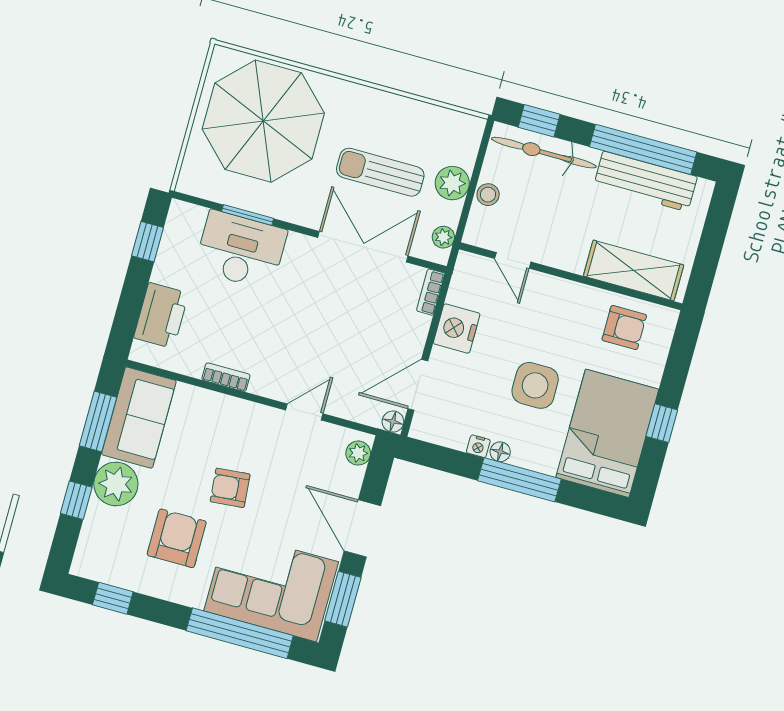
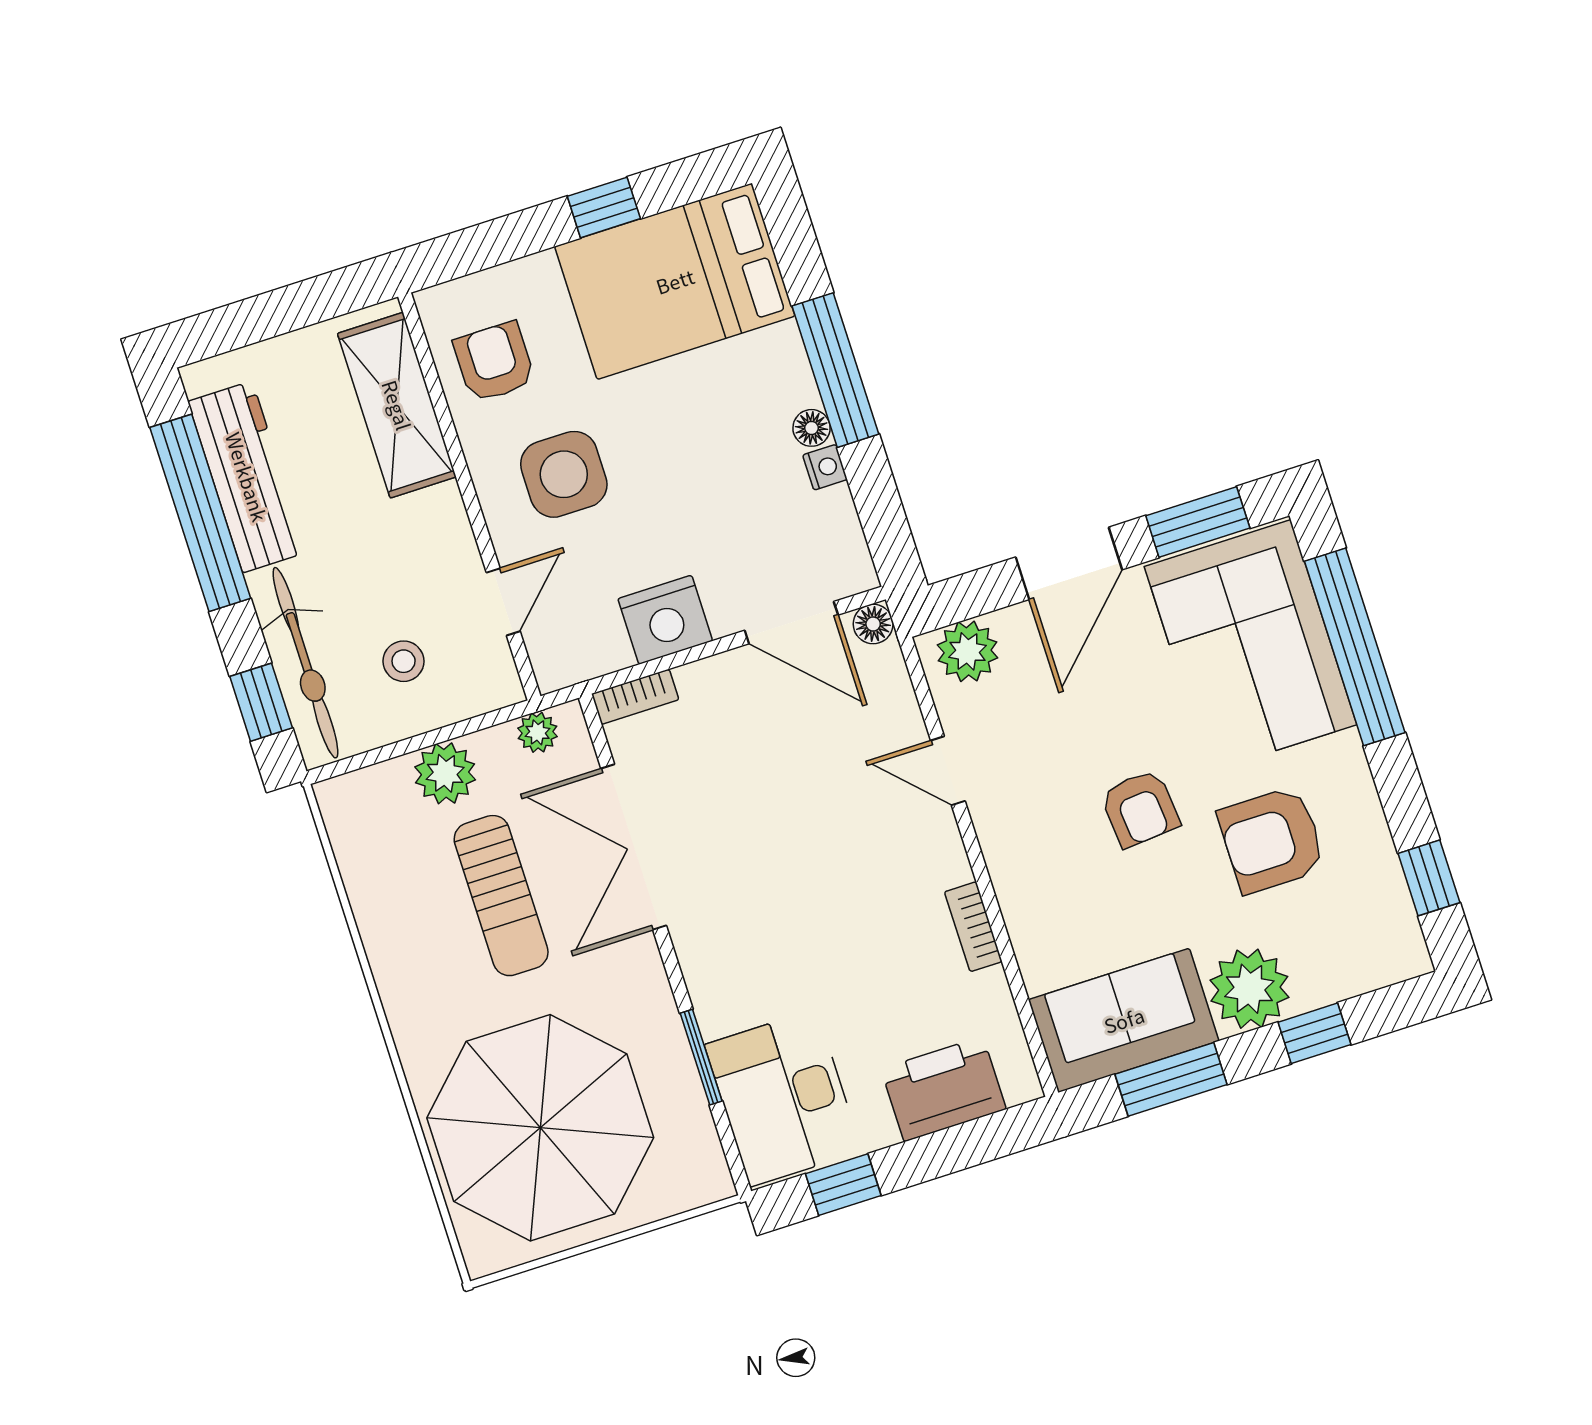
stool: (488, 195) -> (404, 661), moved
desk: (241, 250) -> (783, 1098), moved
side table: (535, 385) -> (564, 474), moved
plant: (358, 453) -> (968, 651), width x1.38, depth x1.38

